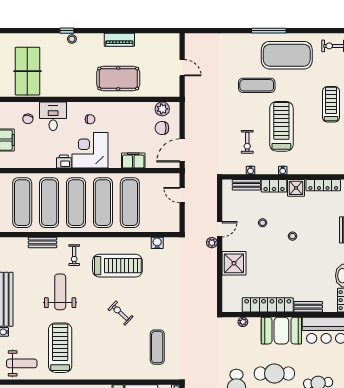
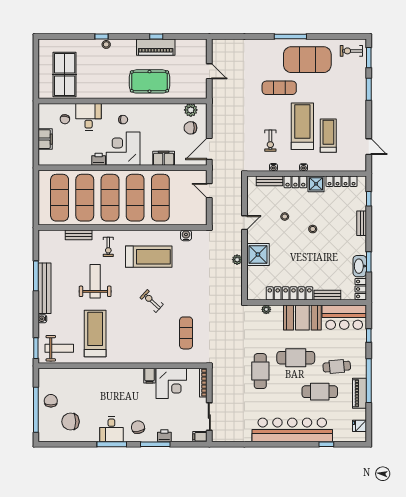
window: (125, 31) -> (156, 37), added
piano: (119, 40) -> (156, 47), width x1.37, depth x1.33
treadmill: (331, 104) -> (328, 136), moved
plant: (212, 243) -> (237, 260), moved

